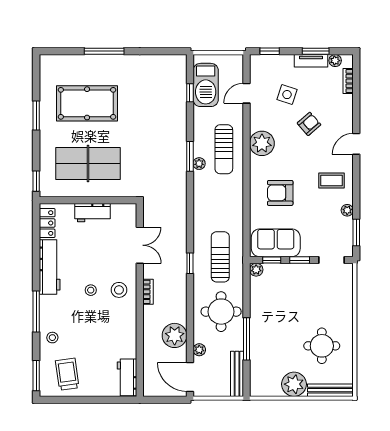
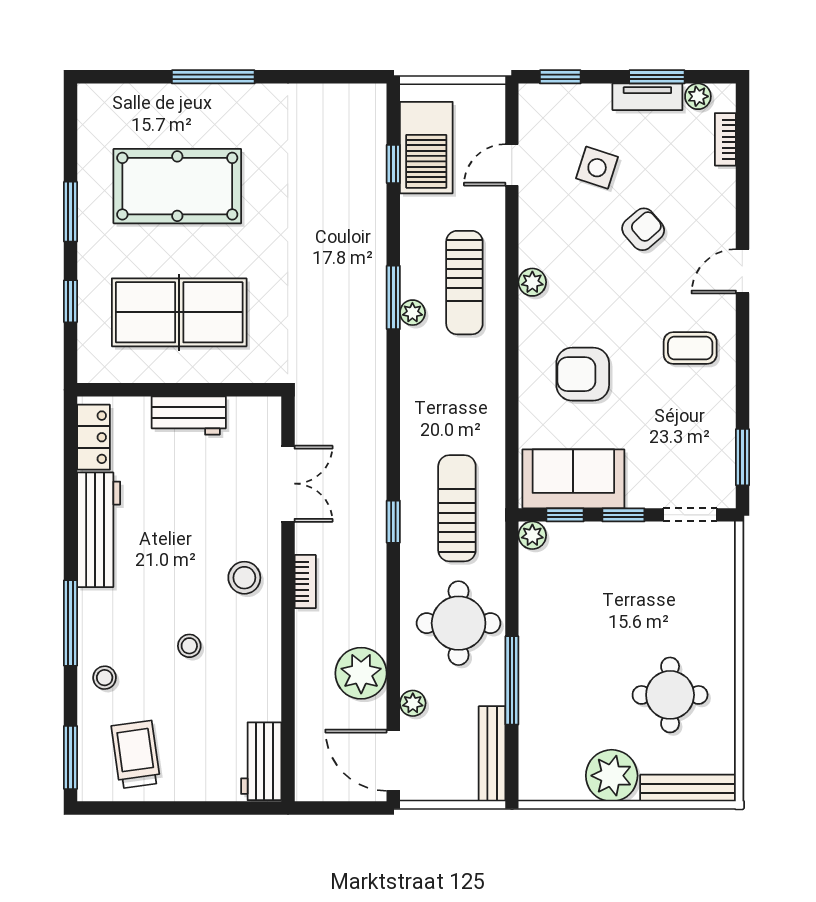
plant: (262, 143) -> (532, 282), width x0.53, depth x0.53
window: (36, 181) -> (71, 301), moved
plant: (347, 210) -> (723, 410), removed
stool: (91, 290) -> (189, 646), moved

